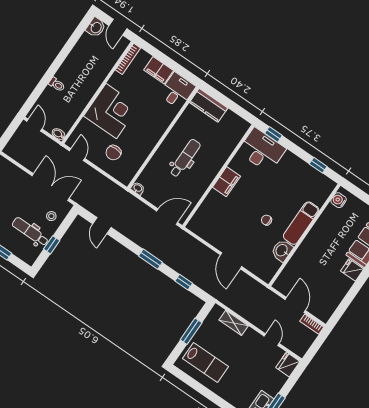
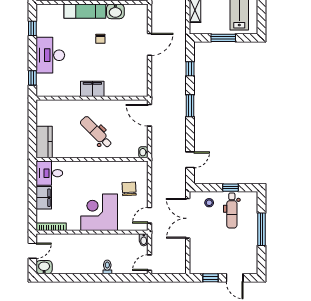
desk: (262, 150) -> (50, 55), moved
chair: (113, 153) -> (129, 189), turned -93
dental chair: (185, 158) -> (96, 132), turned 45

